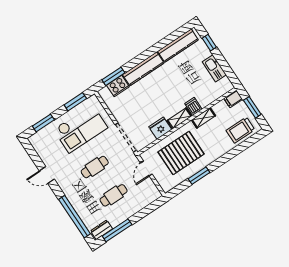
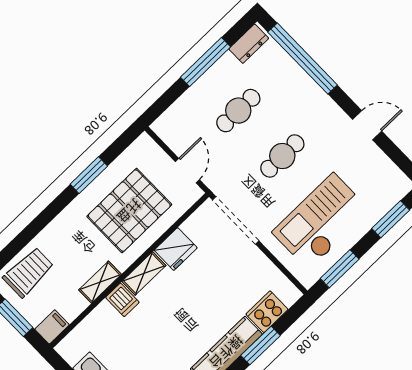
window: (113, 76) -> (260, 346), moved
window: (117, 230) -> (206, 62), moved

